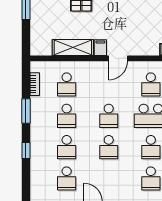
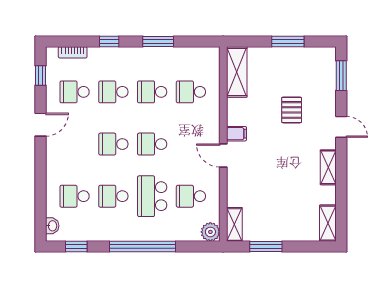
shelving: (73, 47) -> (237, 72), moved
bookcase: (35, 84) -> (73, 52), moved

